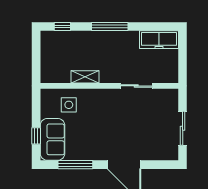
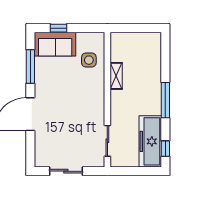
window: (62, 27) -> (165, 149), moved
freezer: (159, 40) -> (150, 141), width x1.36, depth x1.26
sliding door: (136, 86) -> (107, 141), moved

